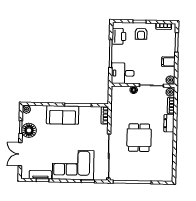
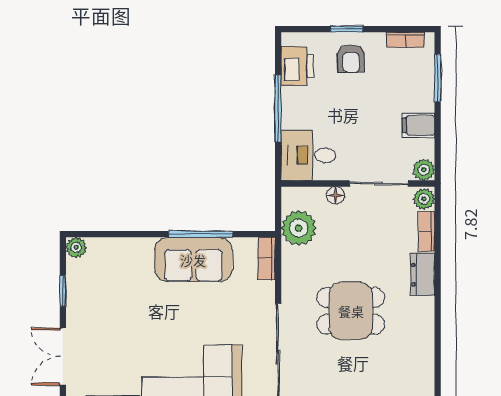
plant: (118, 103) -> (299, 228), added
sofa: (63, 115) -> (193, 260), moved
floor lamp: (29, 130) -> (83, 298), removed
dining table: (139, 138) -> (351, 311), turned 90

